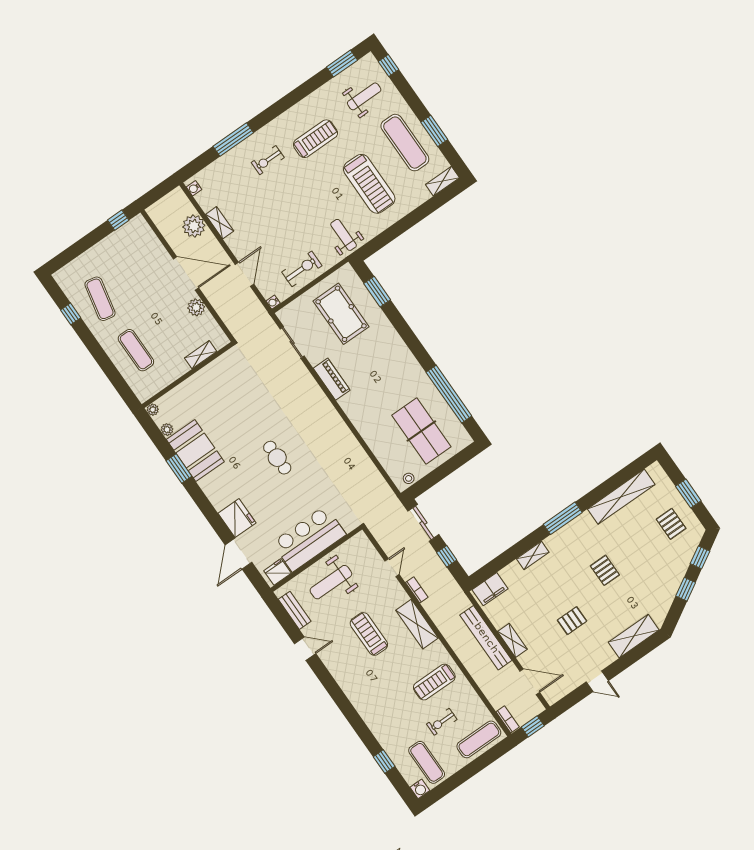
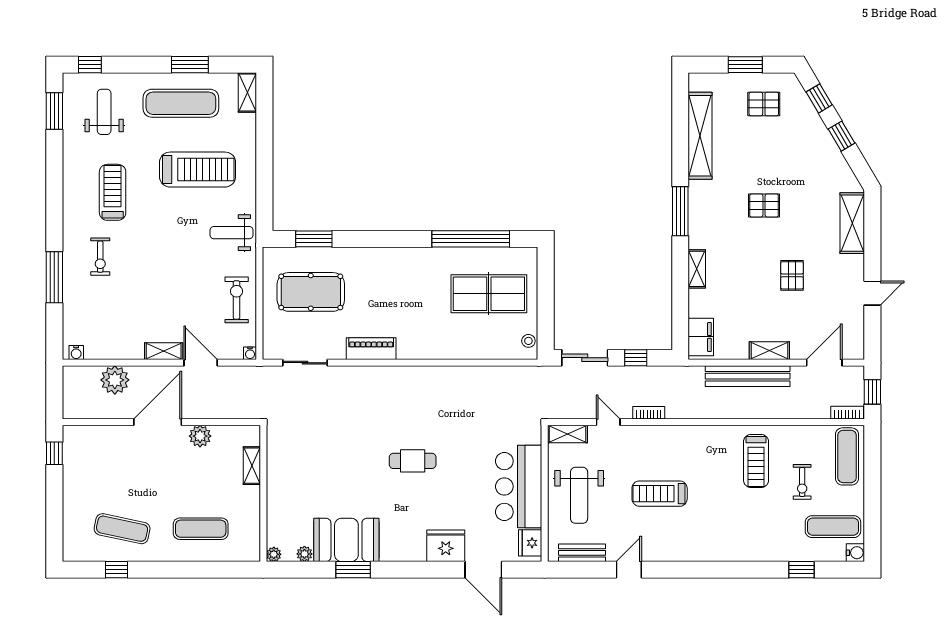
shelving: (220, 223) -> (164, 351), moved
shelving: (417, 624) -> (567, 434), moved, width x0.67, depth x0.75

